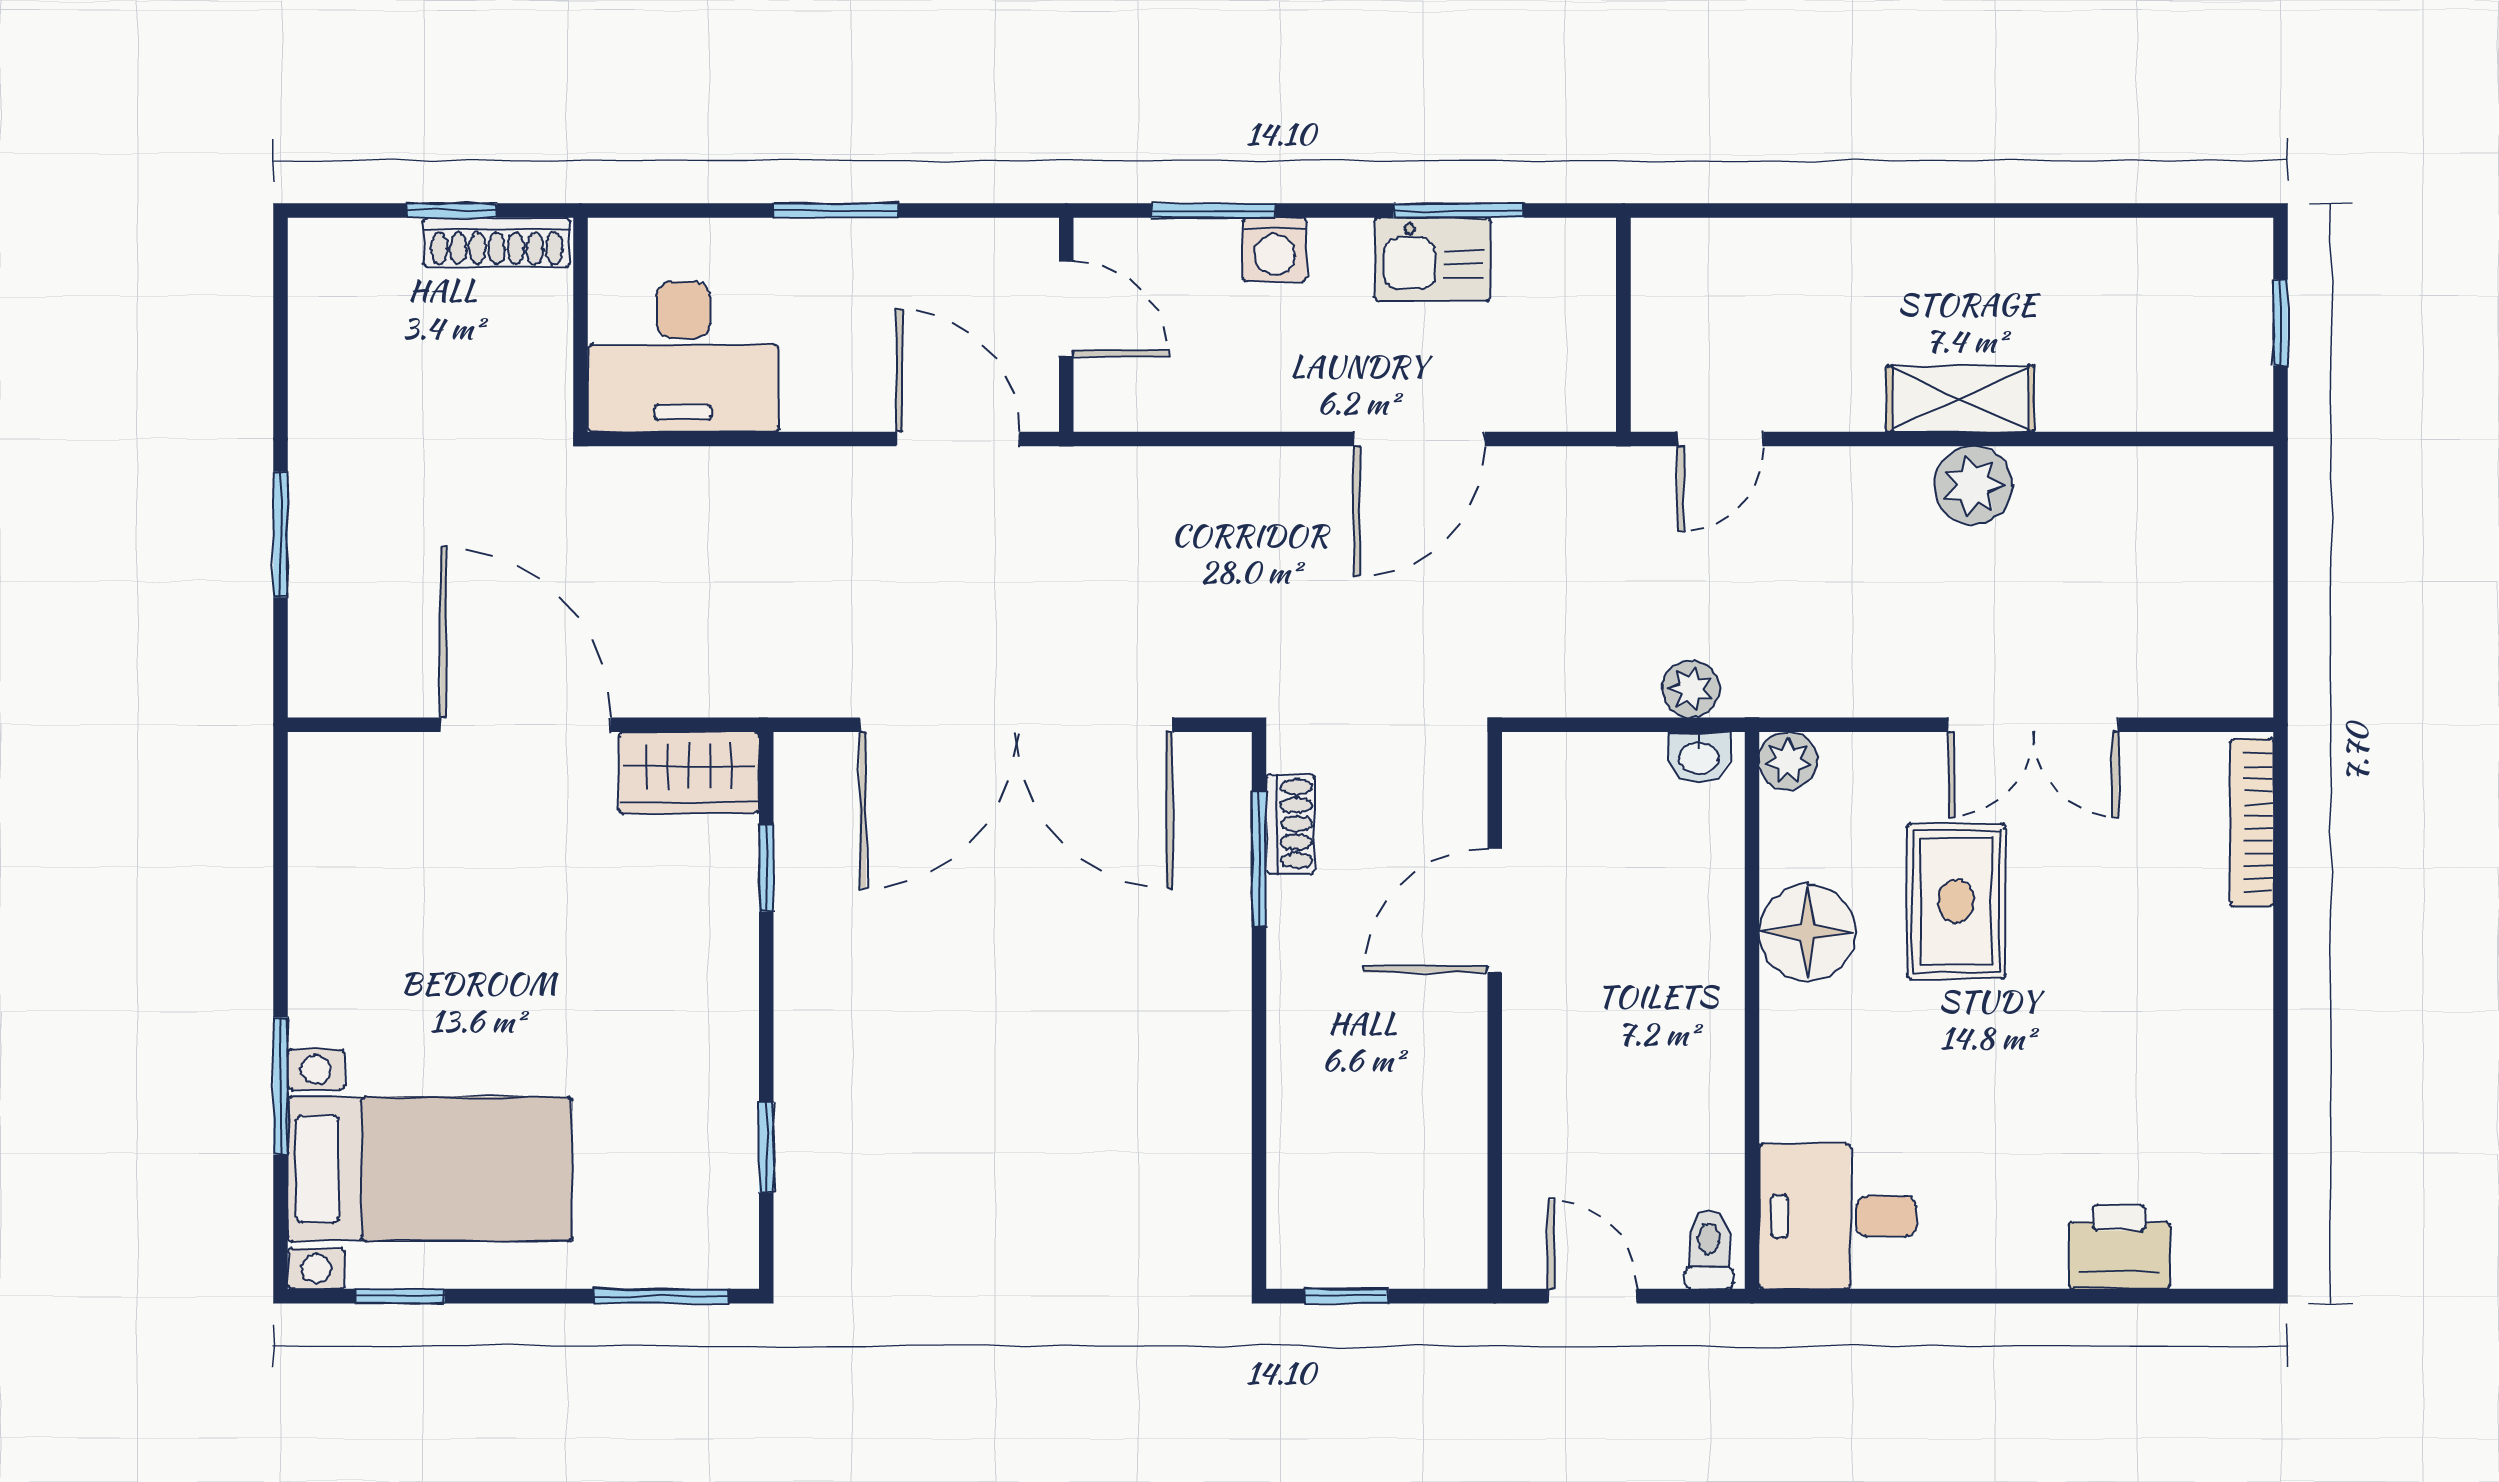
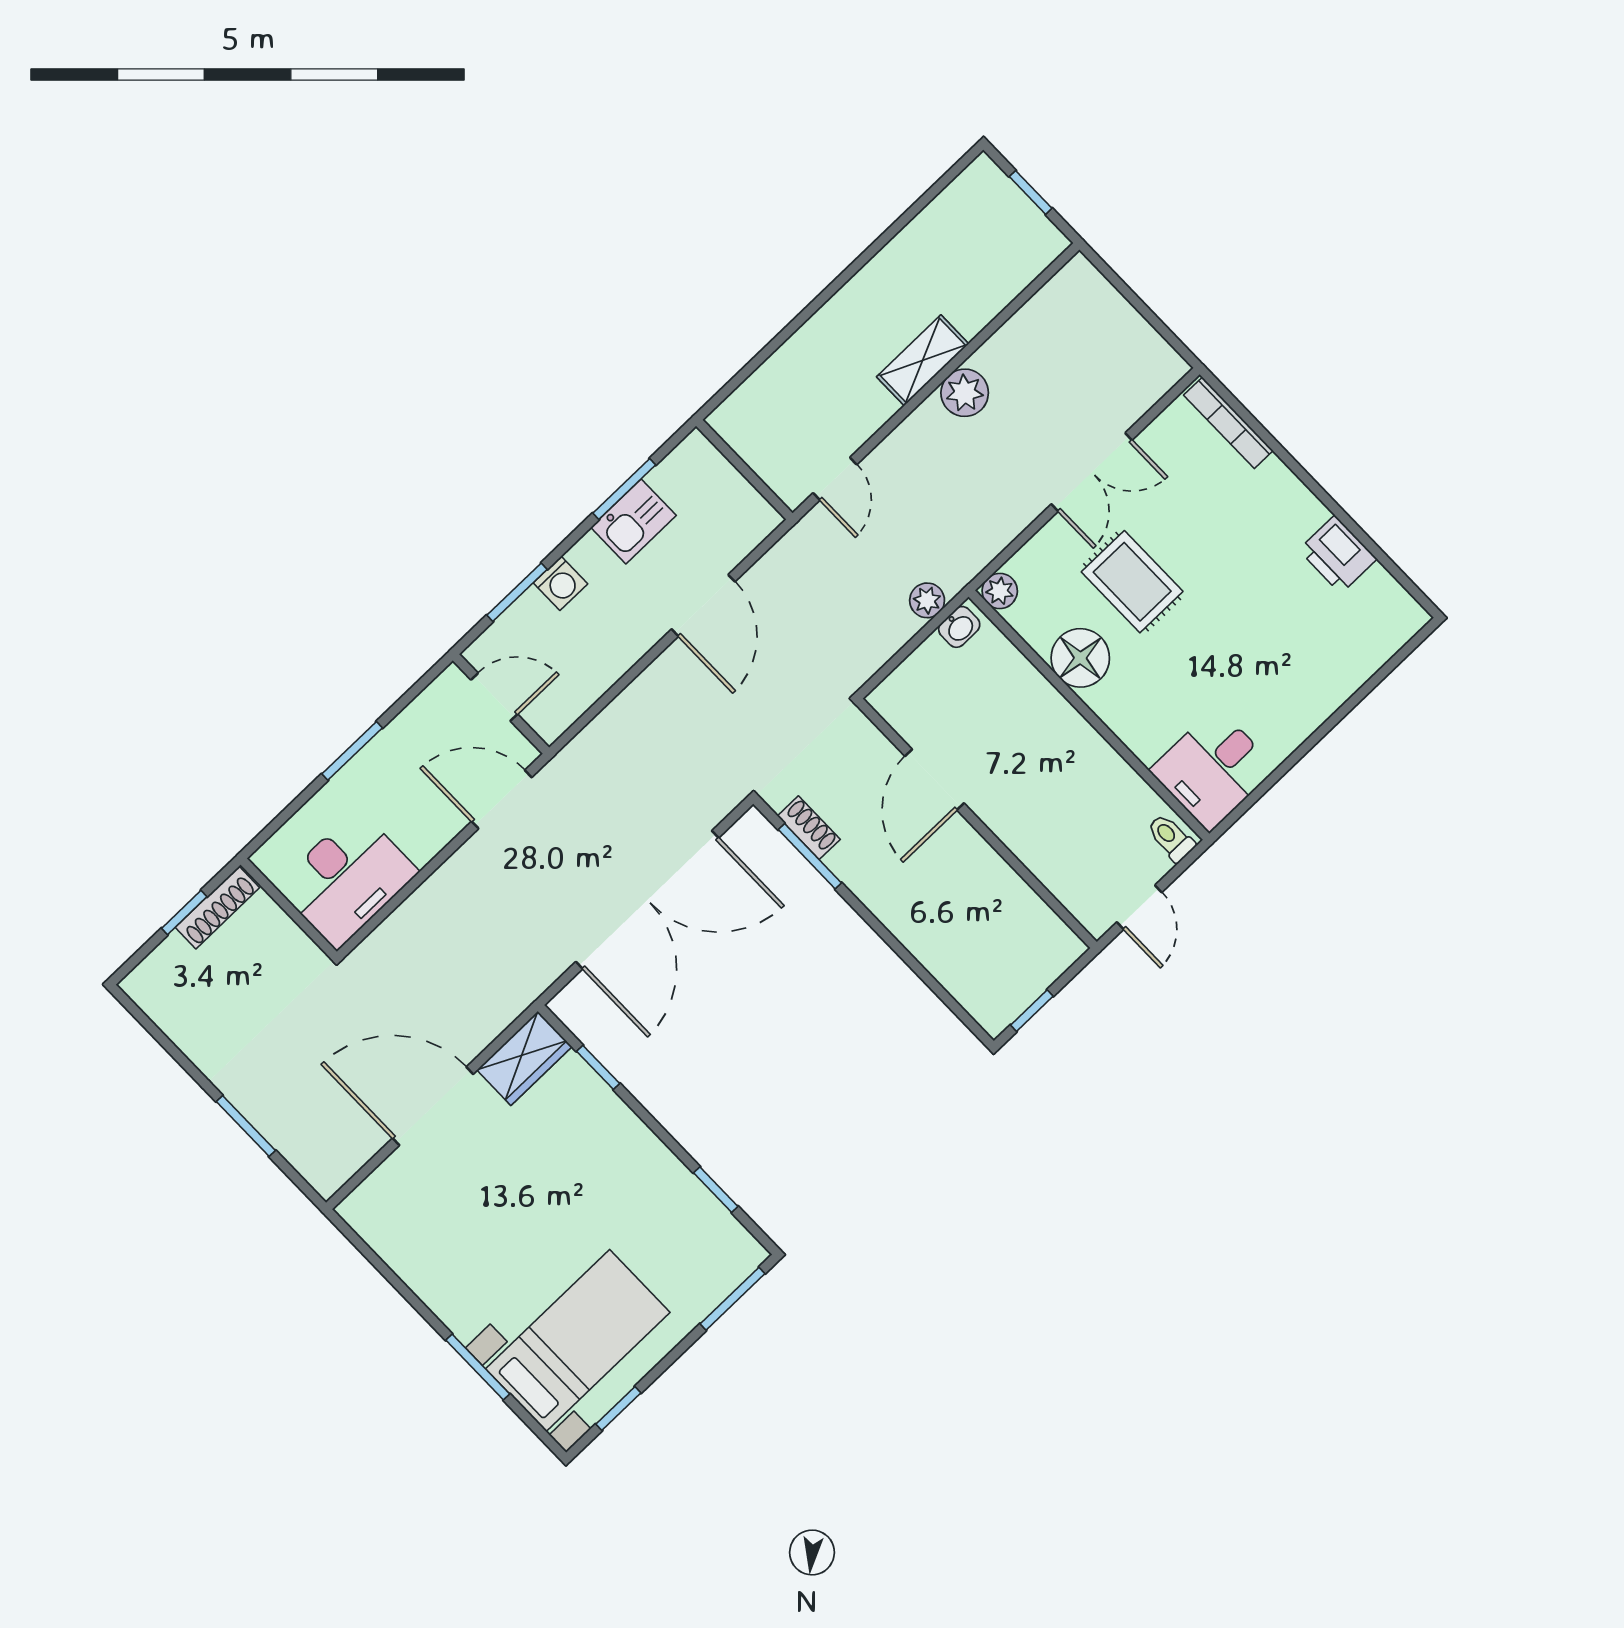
printer: (2119, 1247) -> (1338, 554), moved, turned -90
door: (1592, 1296) -> (1139, 907), swing flipped

